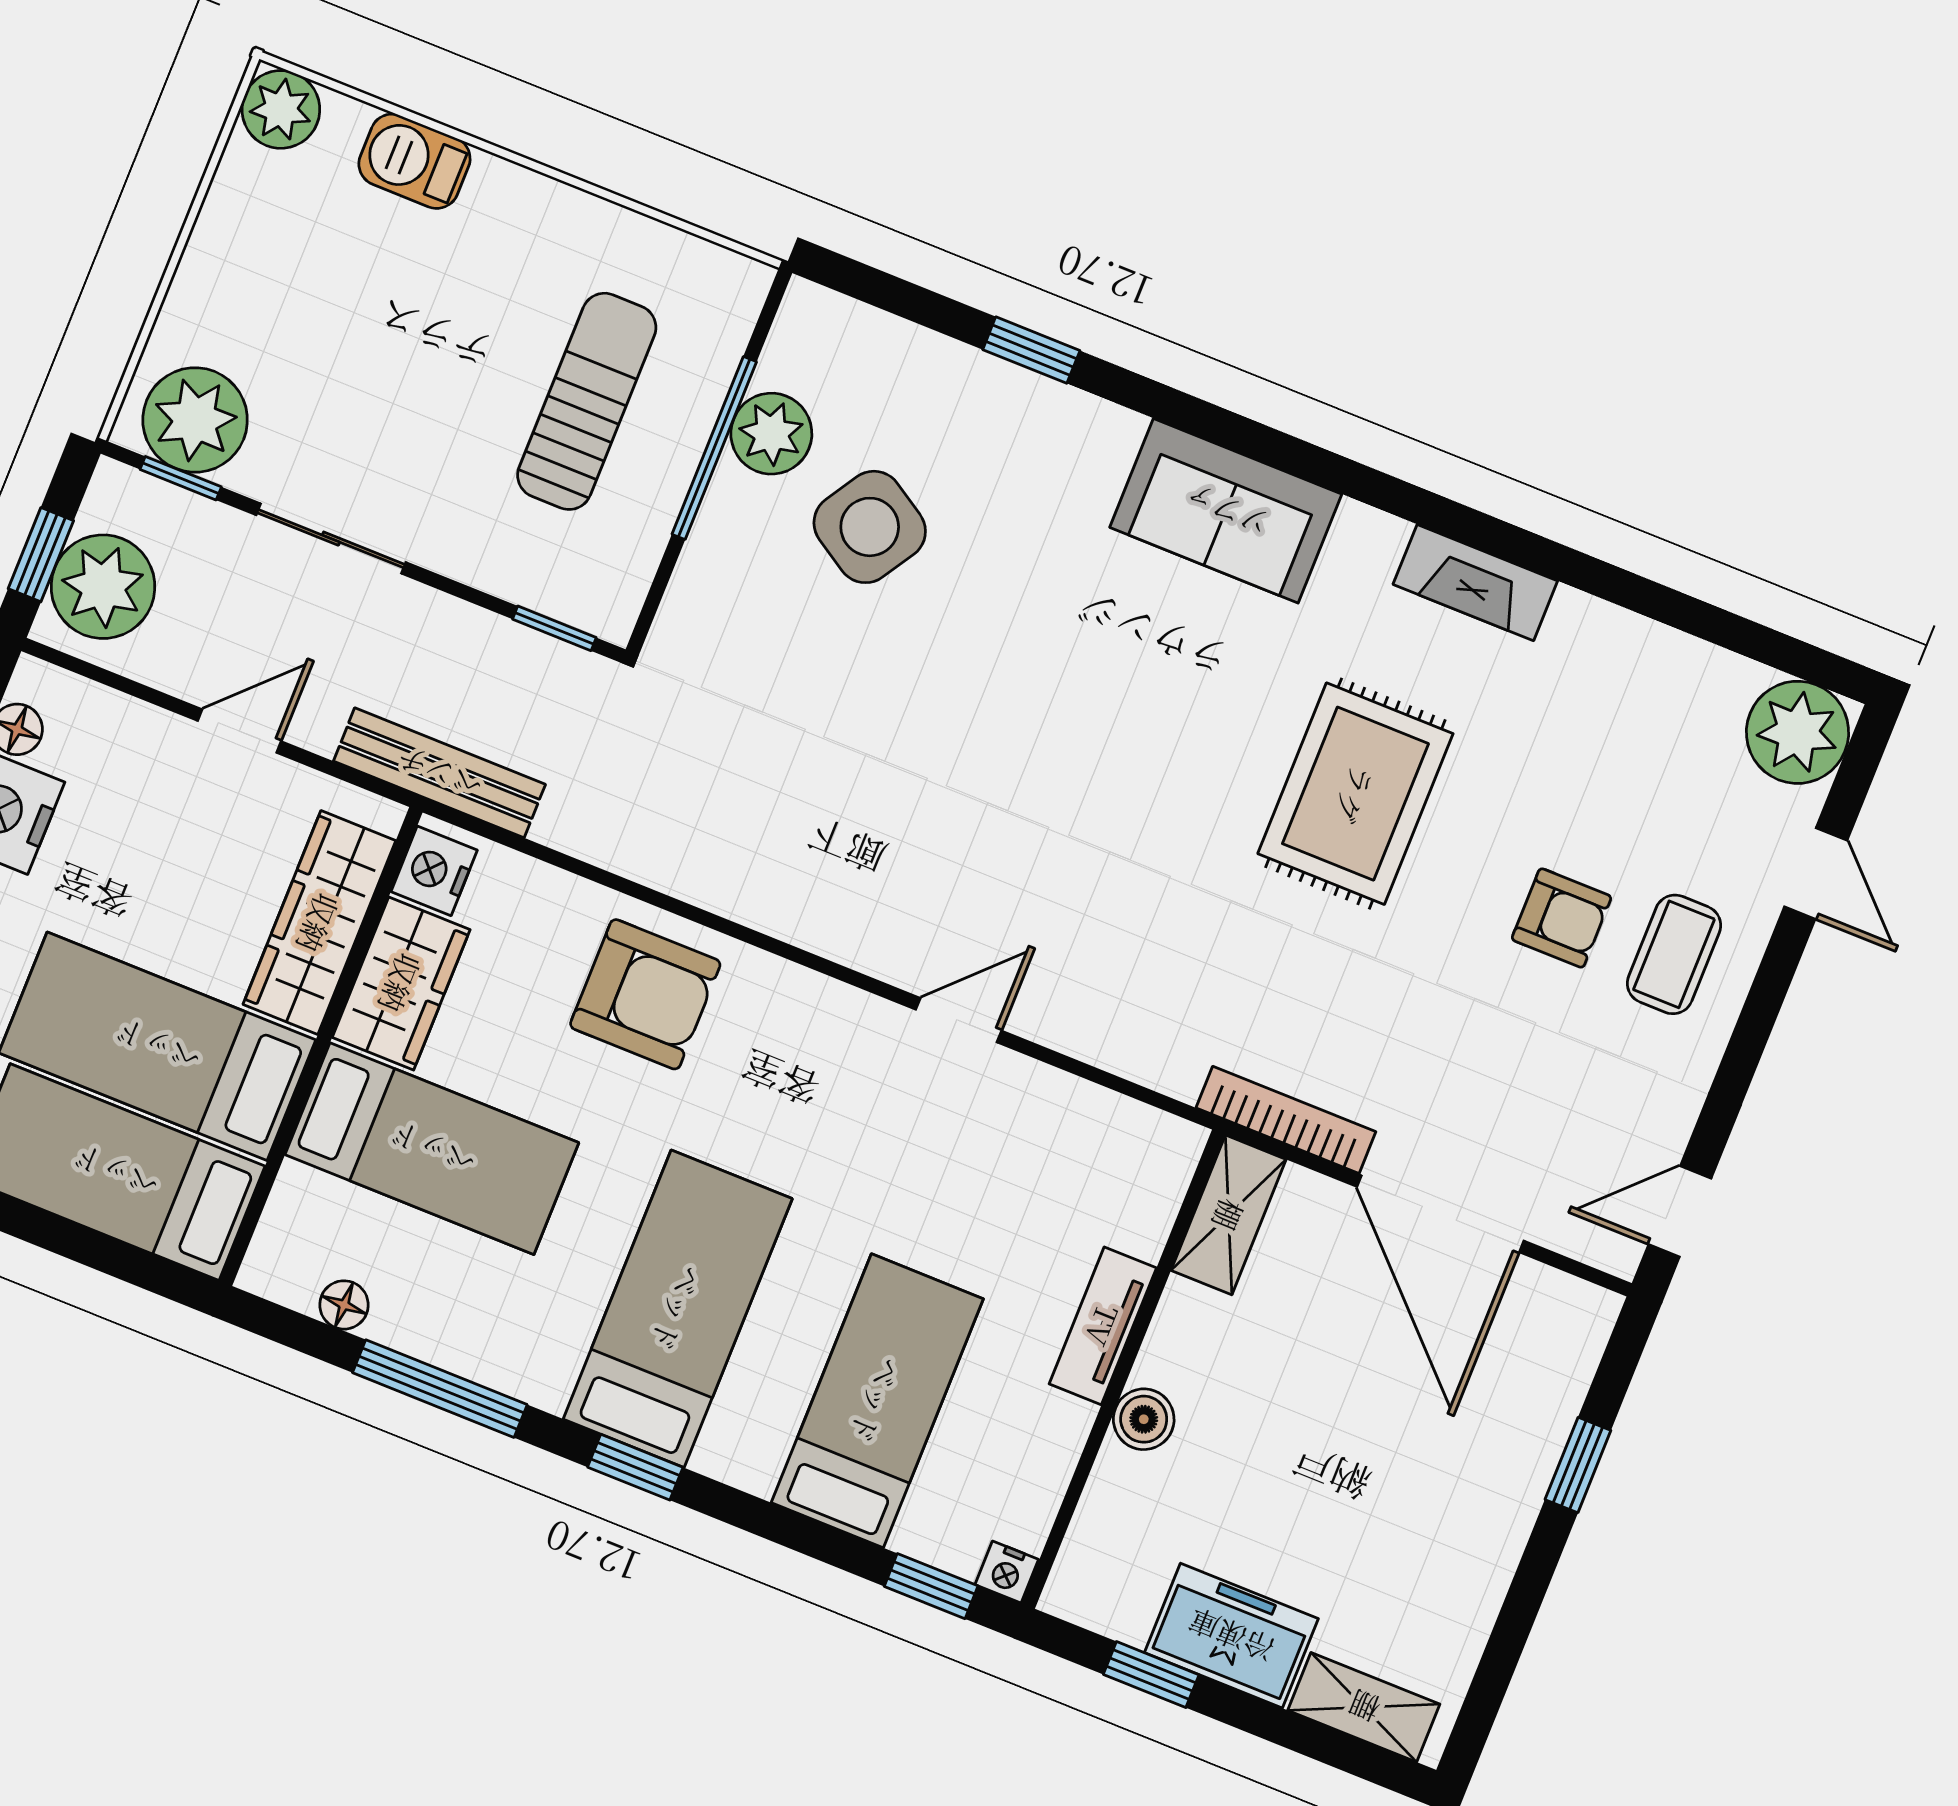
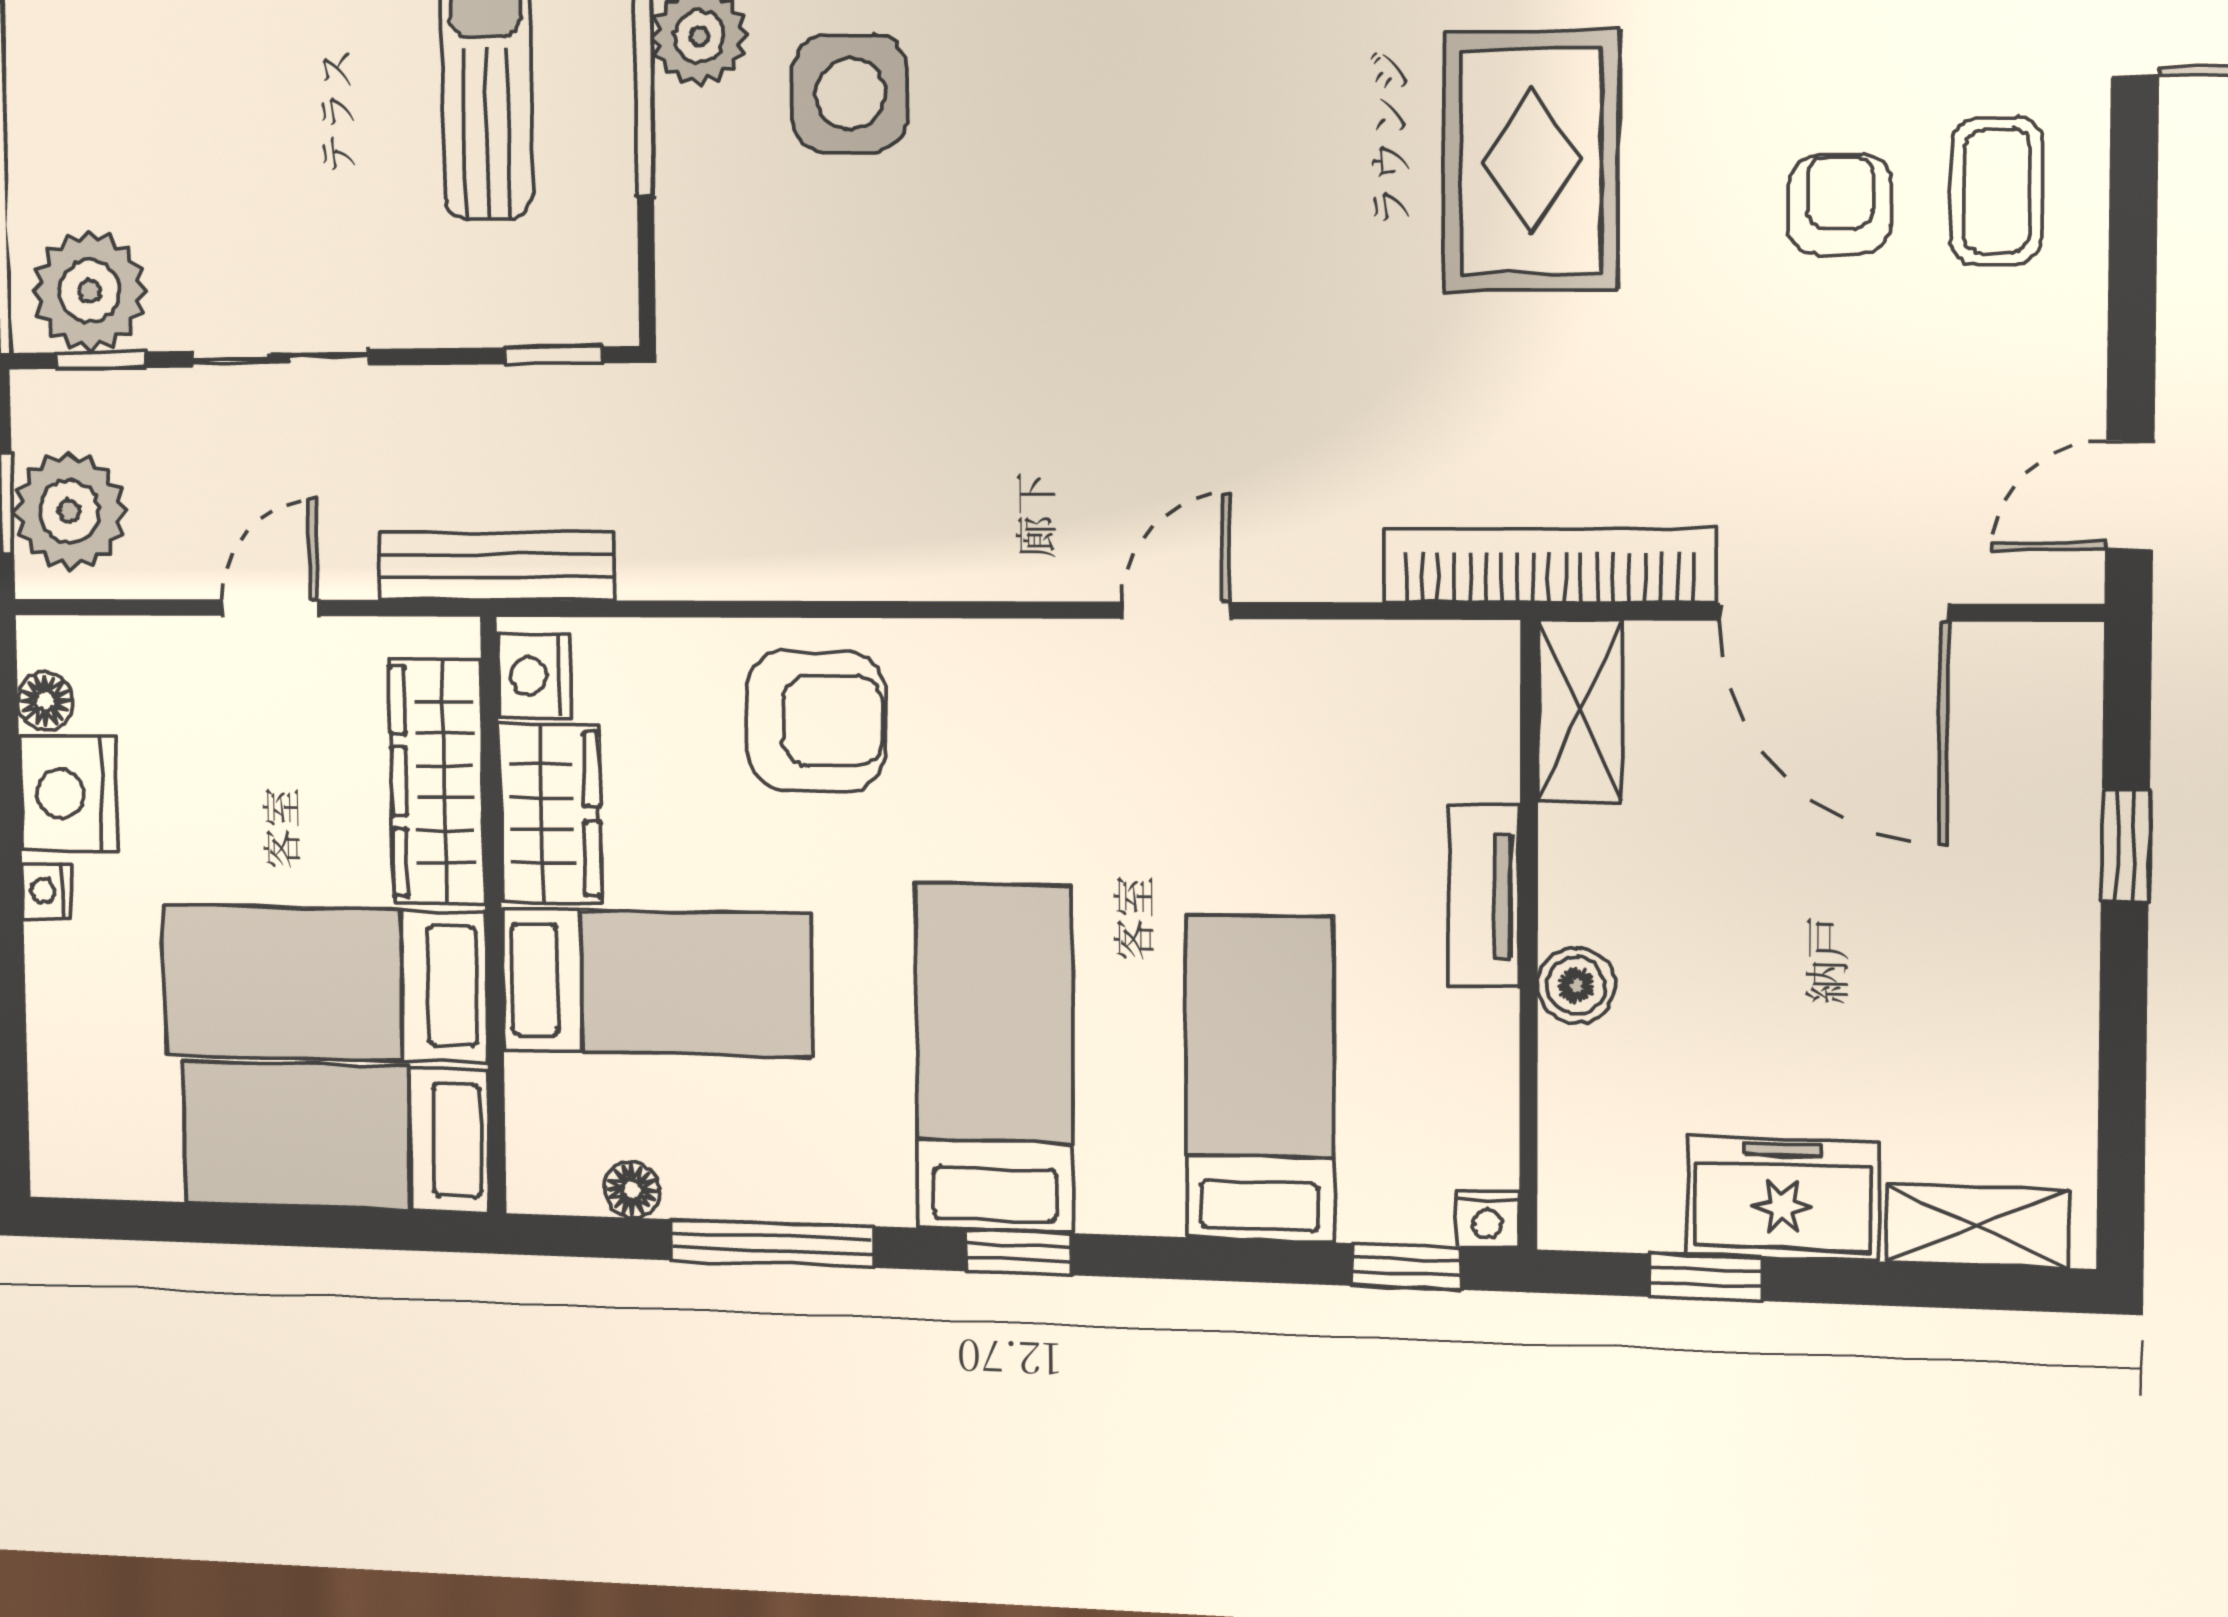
side table: (870, 527) -> (850, 94), turned -32
armchair: (1562, 918) -> (1840, 205), turned -90
bookcase: (1286, 1120) -> (1549, 566), width x1.48, depth x1.31

